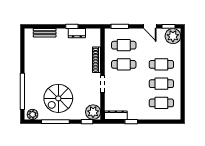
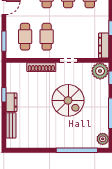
dresser: (77, 33) -> (12, 102), moved
spiral stairs: (58, 98) -> (68, 100), moved

